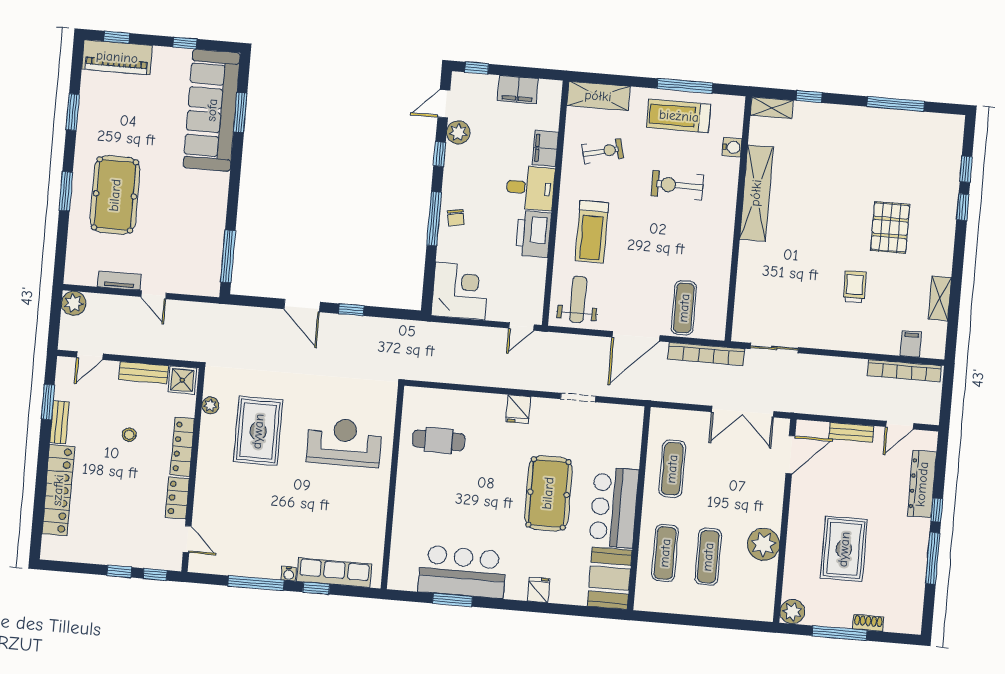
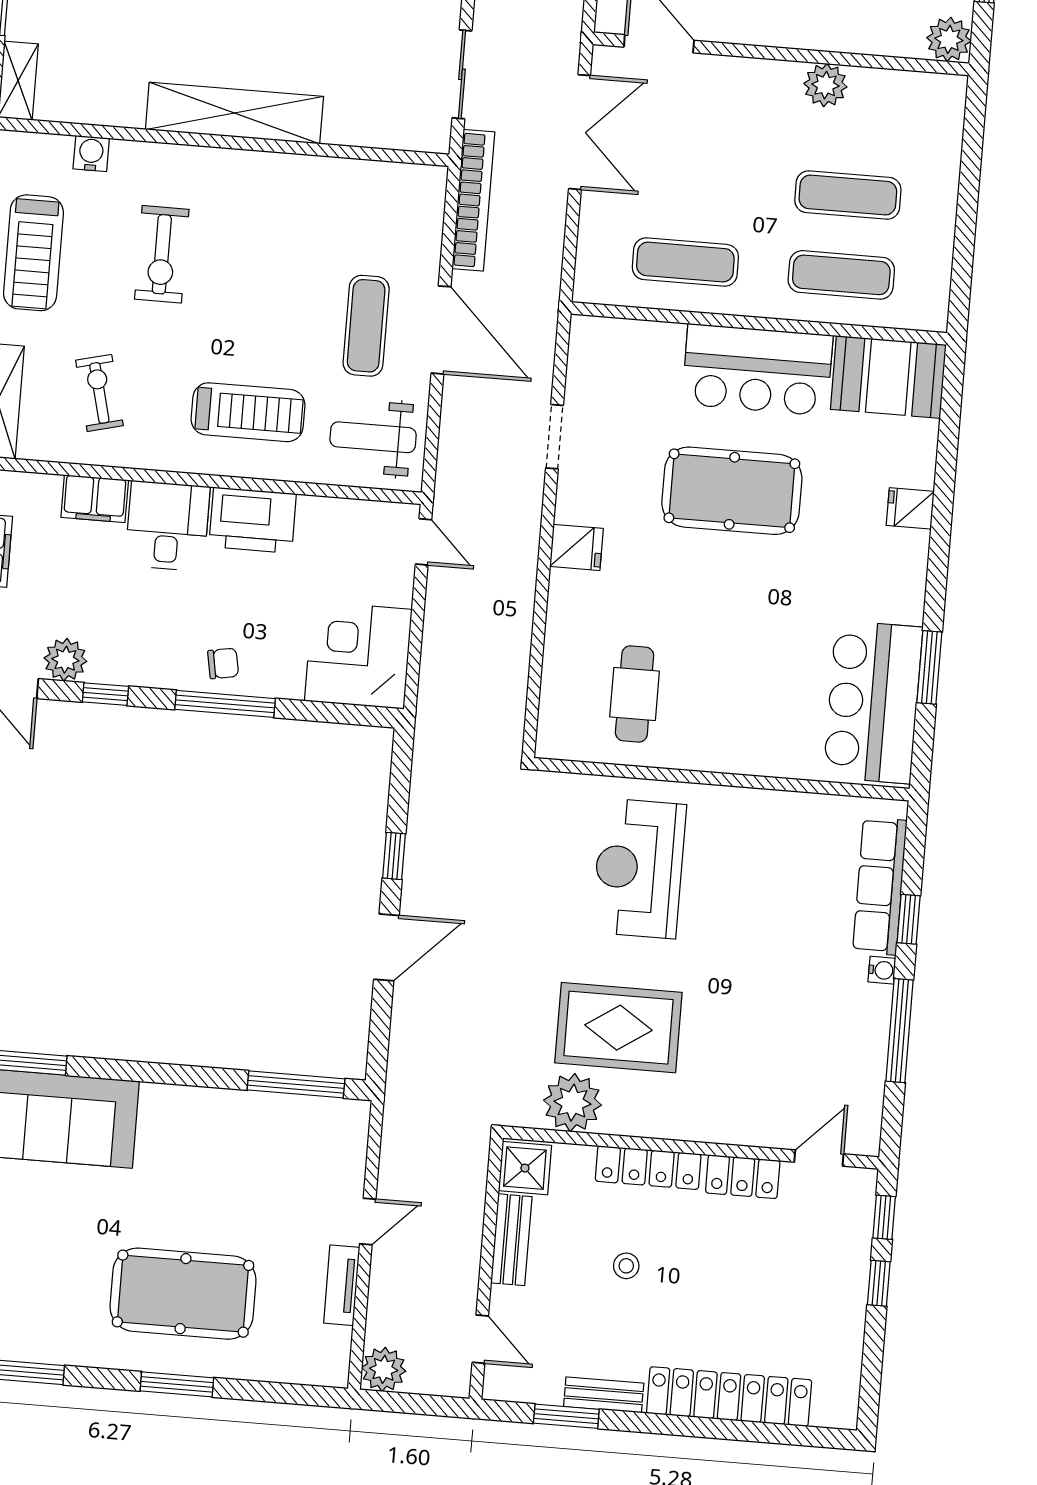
shelving: (756, 193) -> (234, 113), moved
exercise mat: (684, 308) -> (366, 326), moved, turned 90
plant: (210, 405) -> (573, 1103), width x1.88, depth x1.88
plant: (763, 544) -> (825, 85), width x0.73, depth x0.73
bar counter: (462, 572) -> (873, 702), moved

